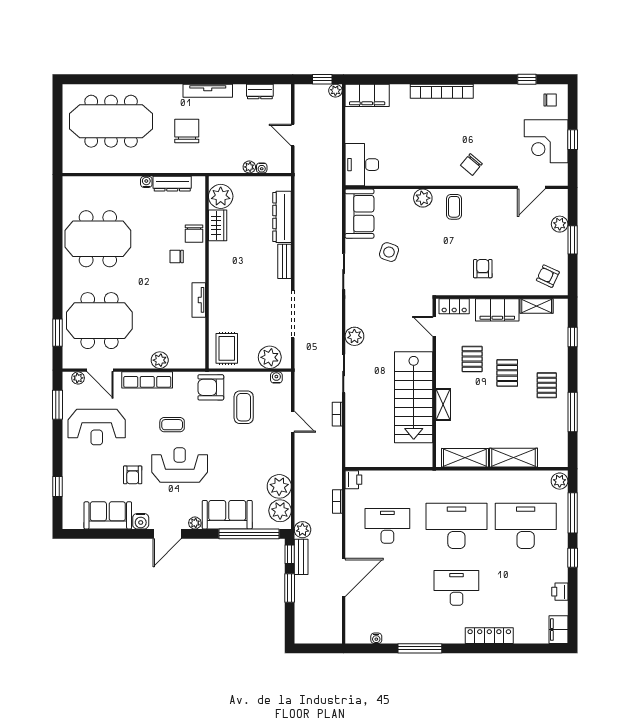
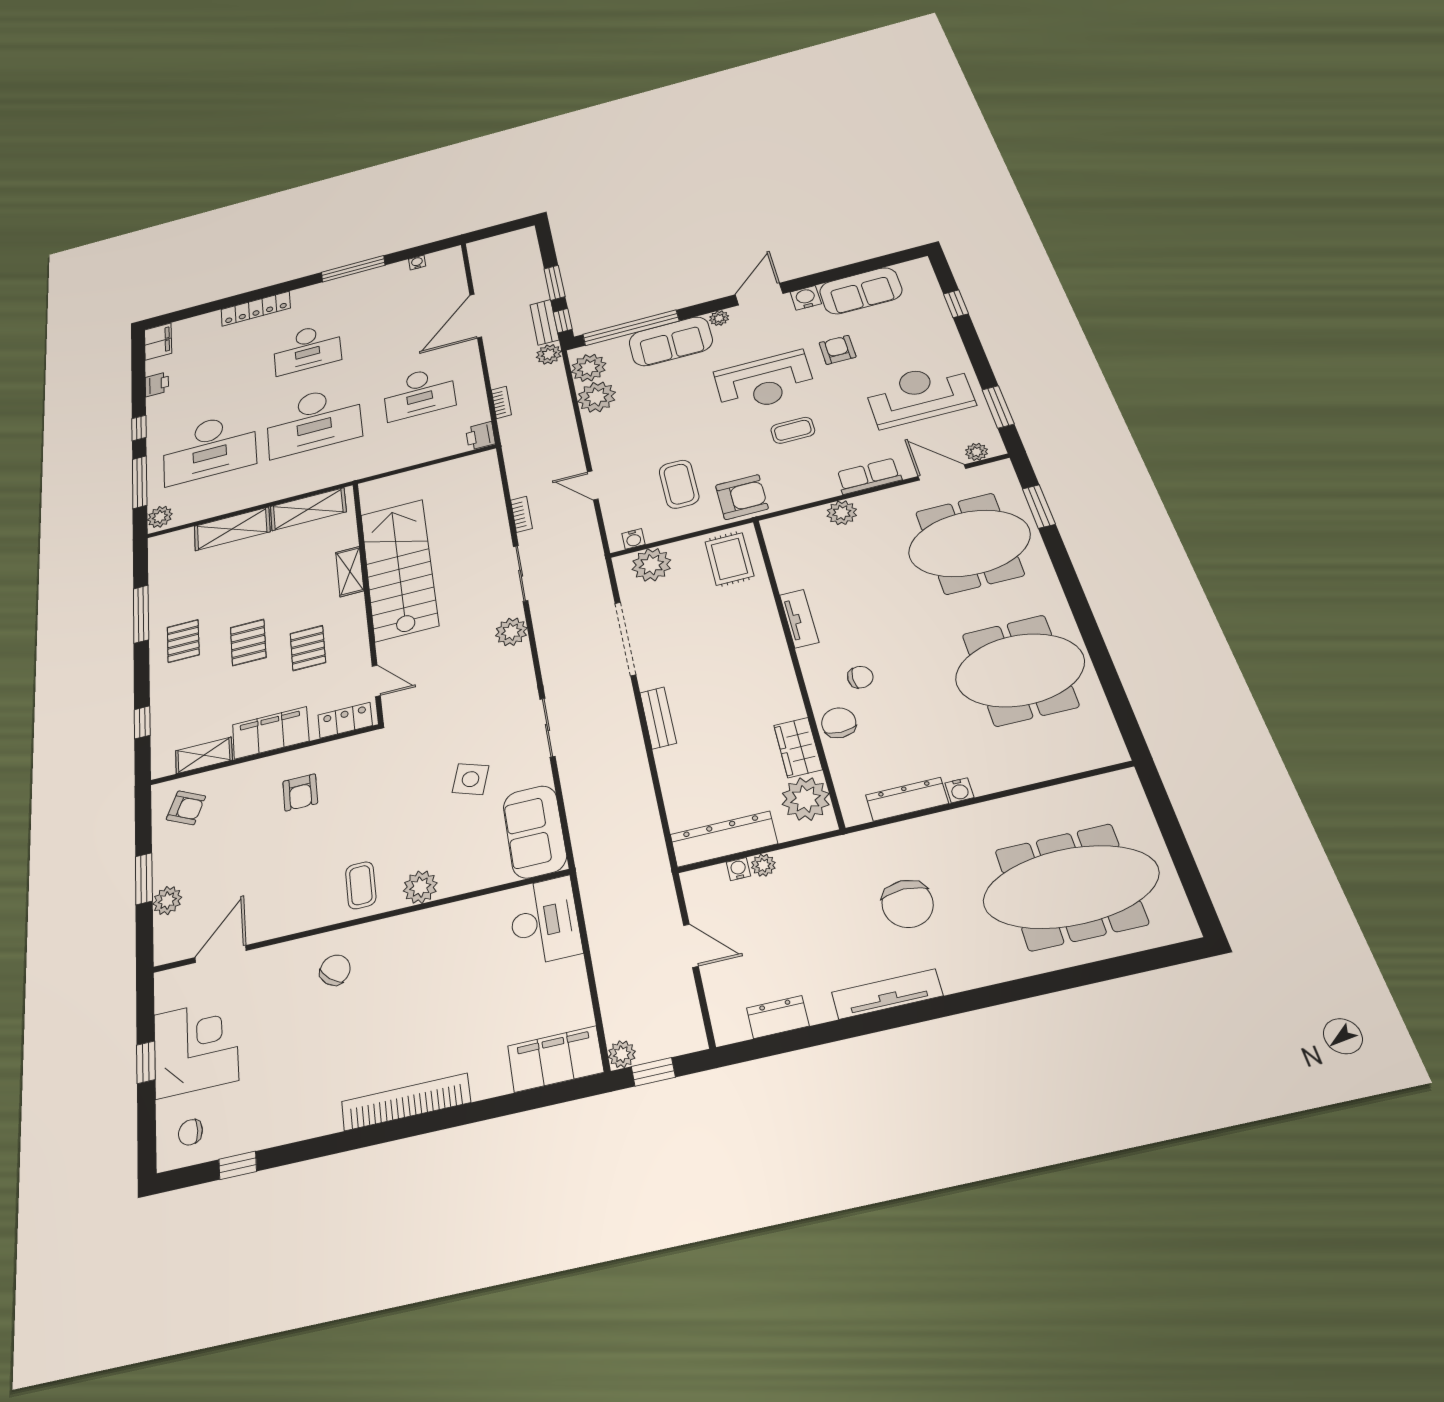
dresser: (282, 217) -> (724, 839), moved, turned -90
row of seats: (147, 380) -> (869, 476), width x0.68

